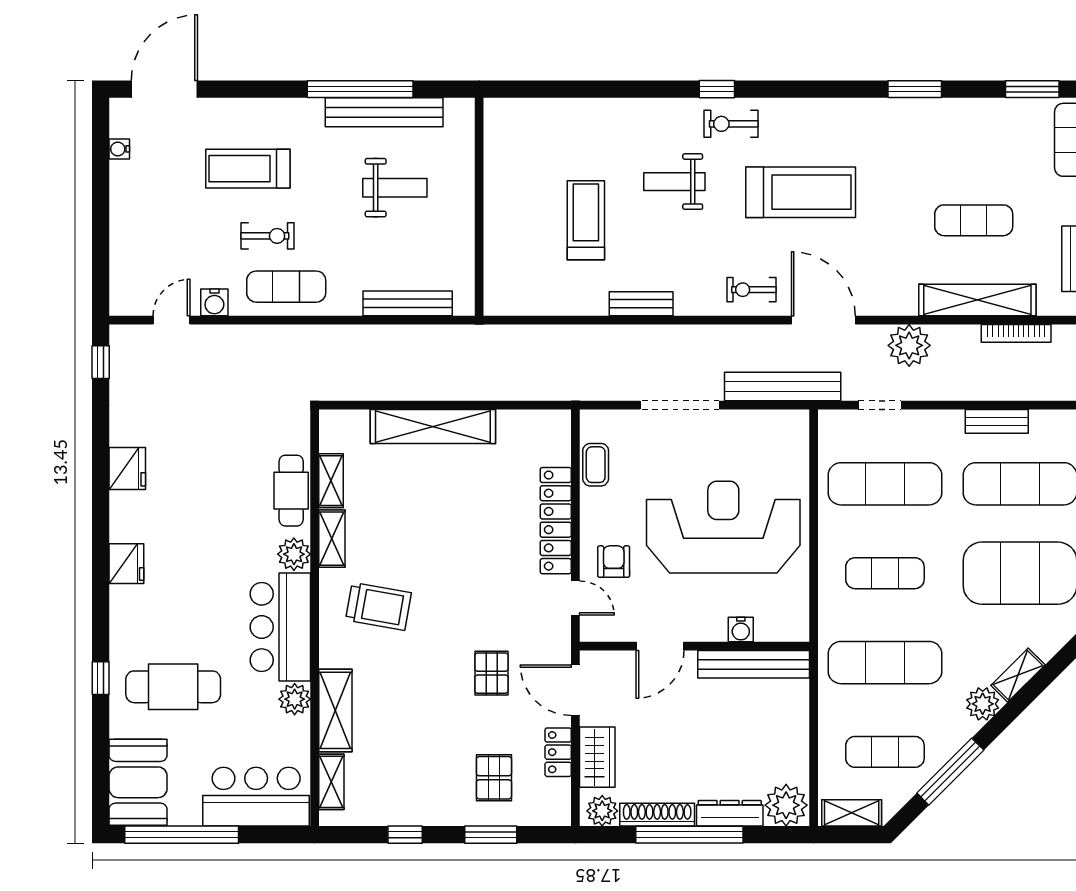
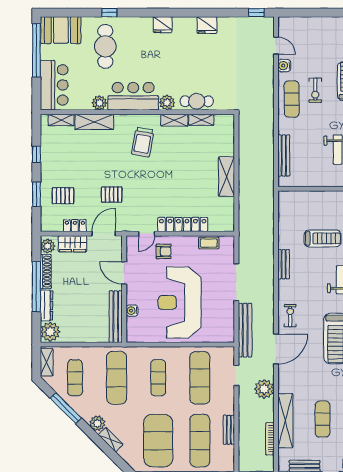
shelving: (433, 427) -> (226, 177), width x0.68
reception desk: (723, 527) -> (180, 302), turned 180

